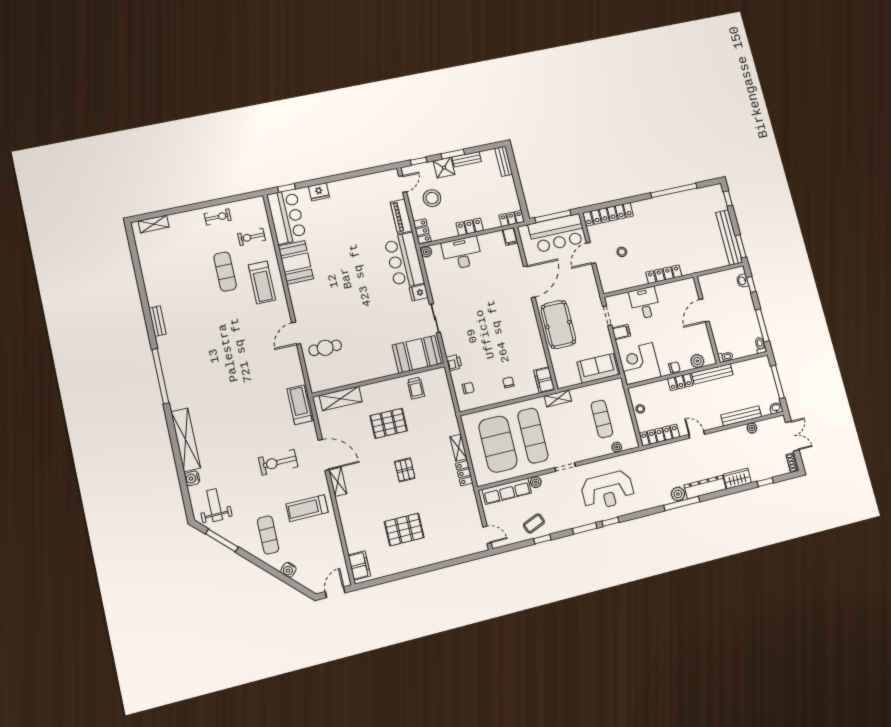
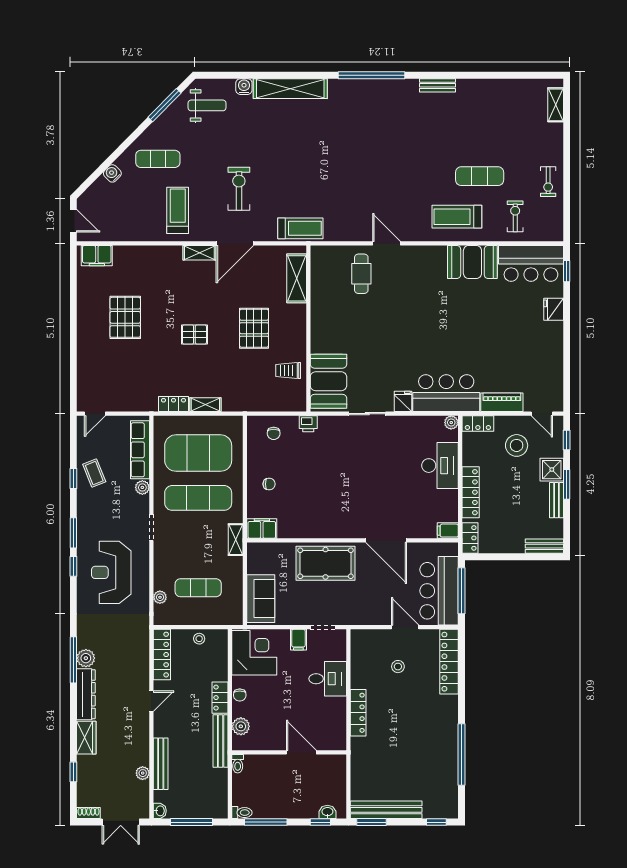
locker: (470, 227) -> (471, 492), width x1.53

